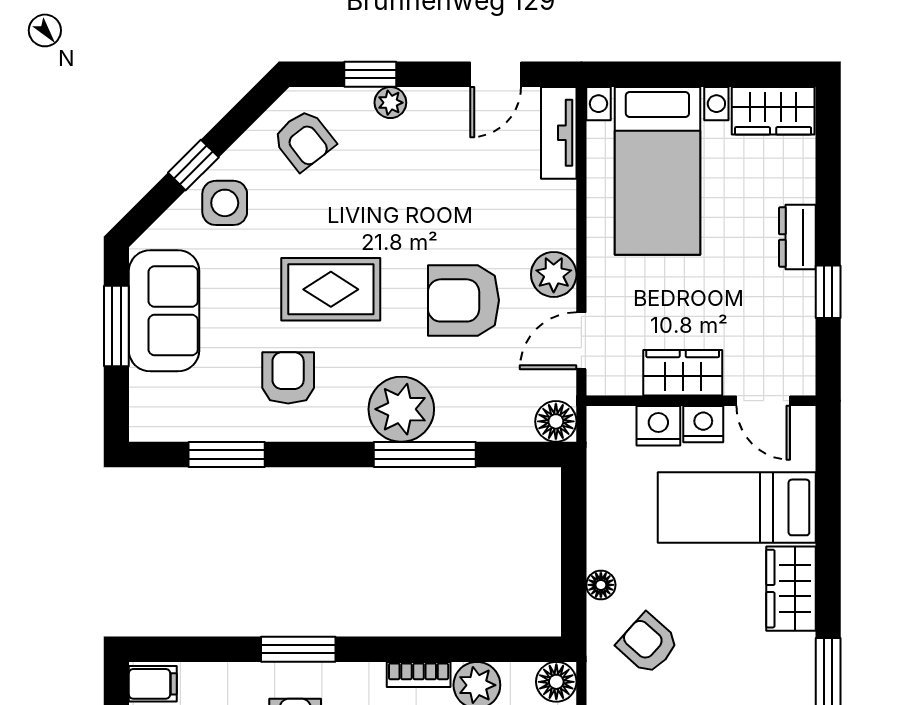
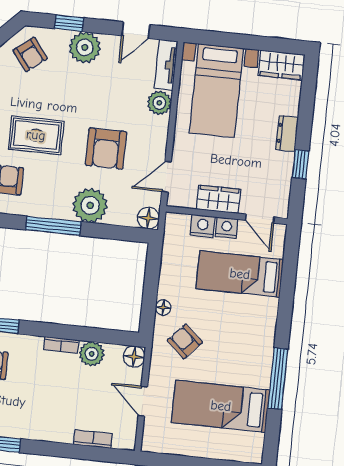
plant: (390, 103) -> (85, 47), width x1.87, depth x1.87
plant: (554, 274) -> (159, 103), moved
armchair: (464, 300) -> (106, 149), turned -90
plant: (401, 409) -> (90, 205), moved
window: (425, 454) -> (53, 226), moved
wardrobe: (791, 589) -> (264, 320), removed

